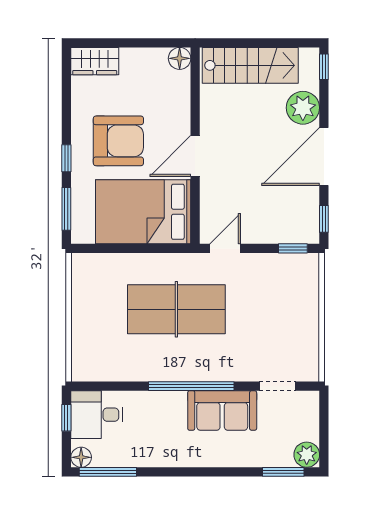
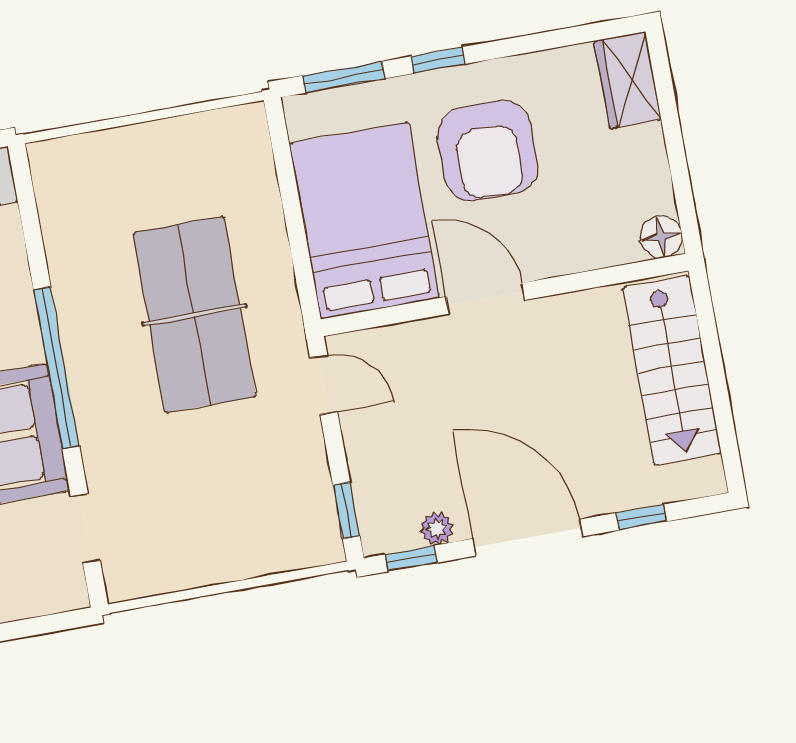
window: (324, 67) -> (642, 517), moved
plant: (303, 108) -> (437, 528), moved, width x0.53, depth x0.53

